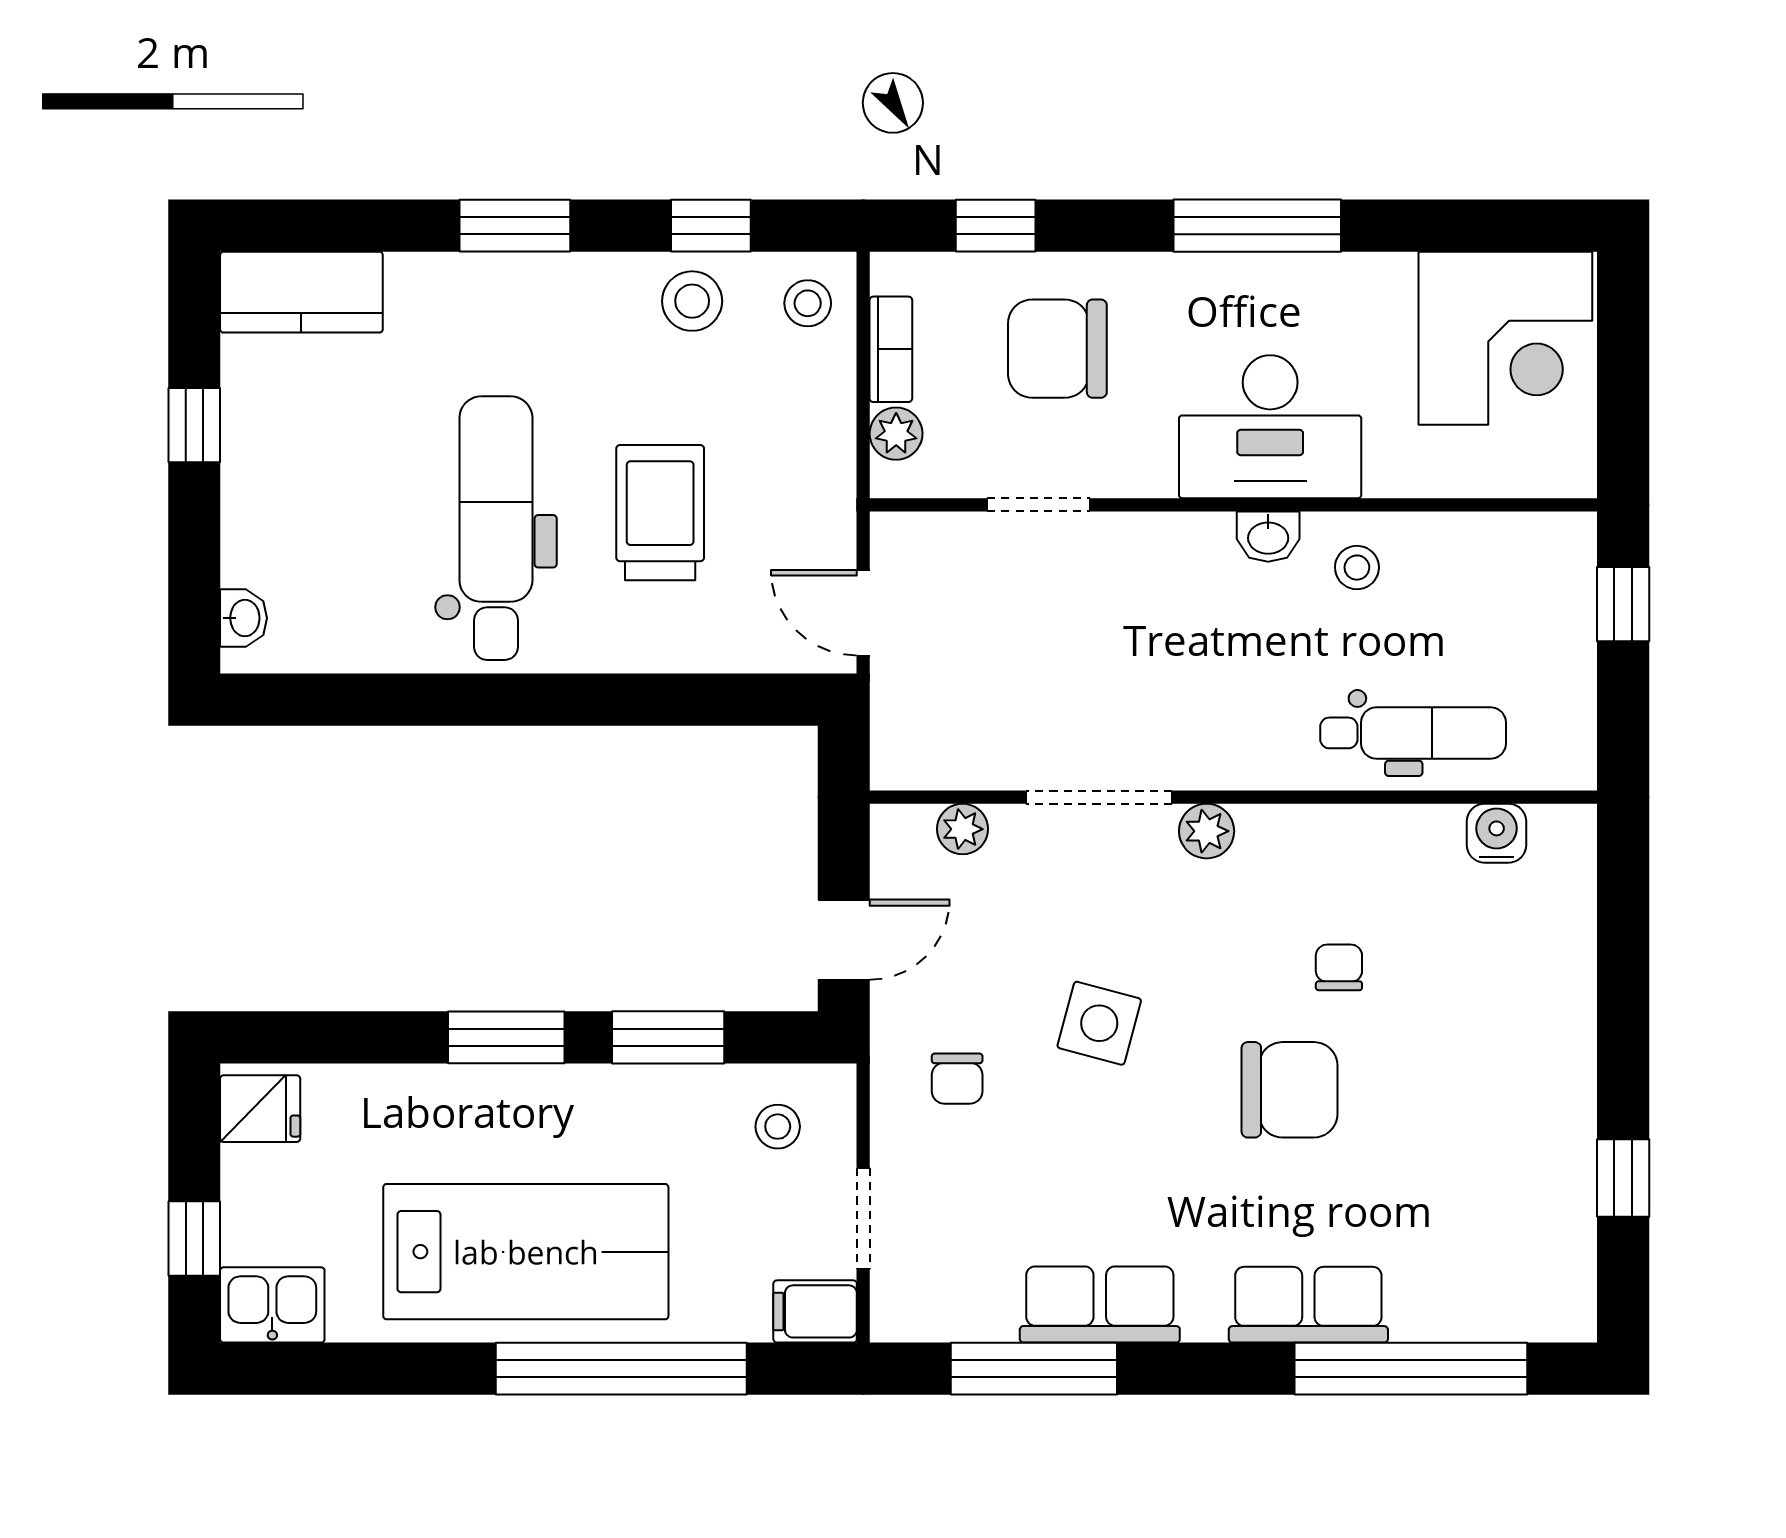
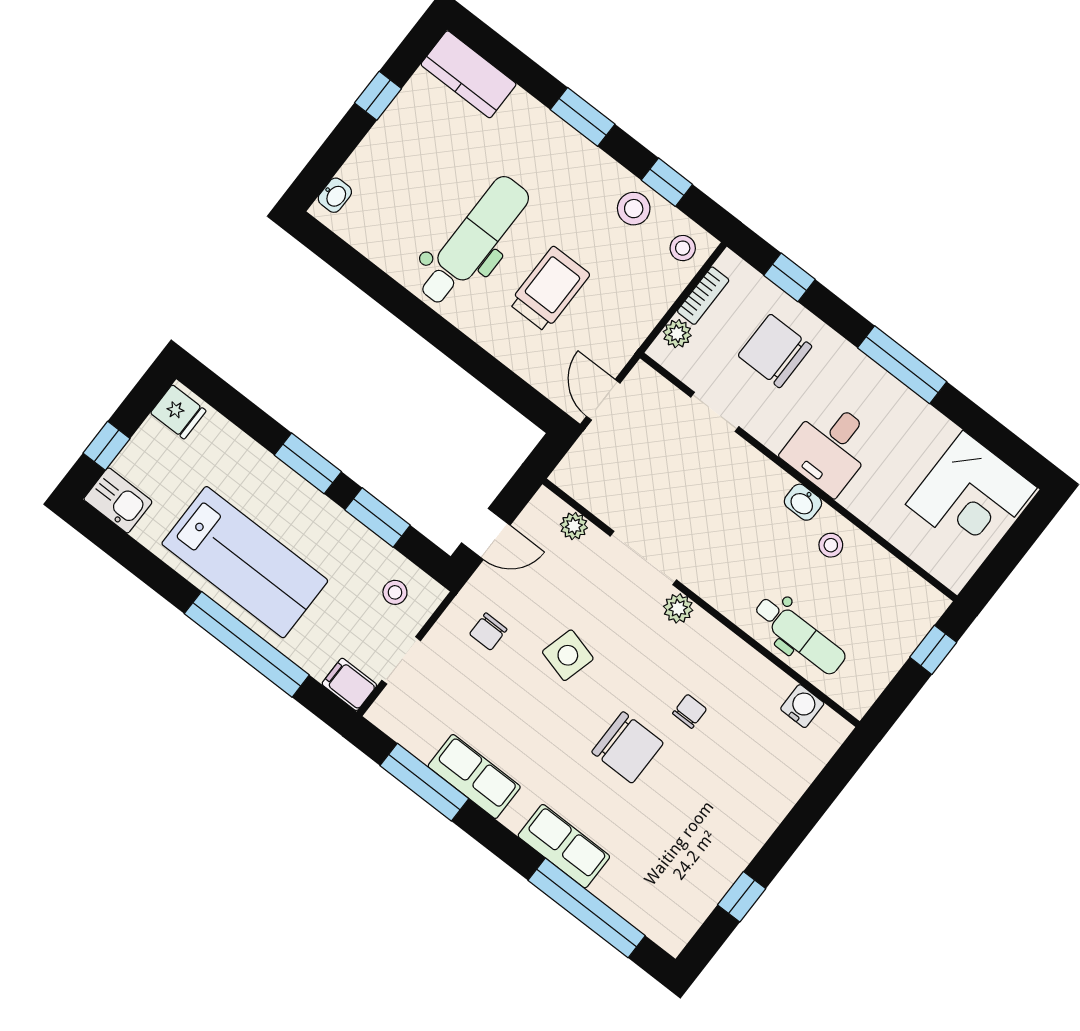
desk: (1270, 427) -> (830, 447), width x0.73

